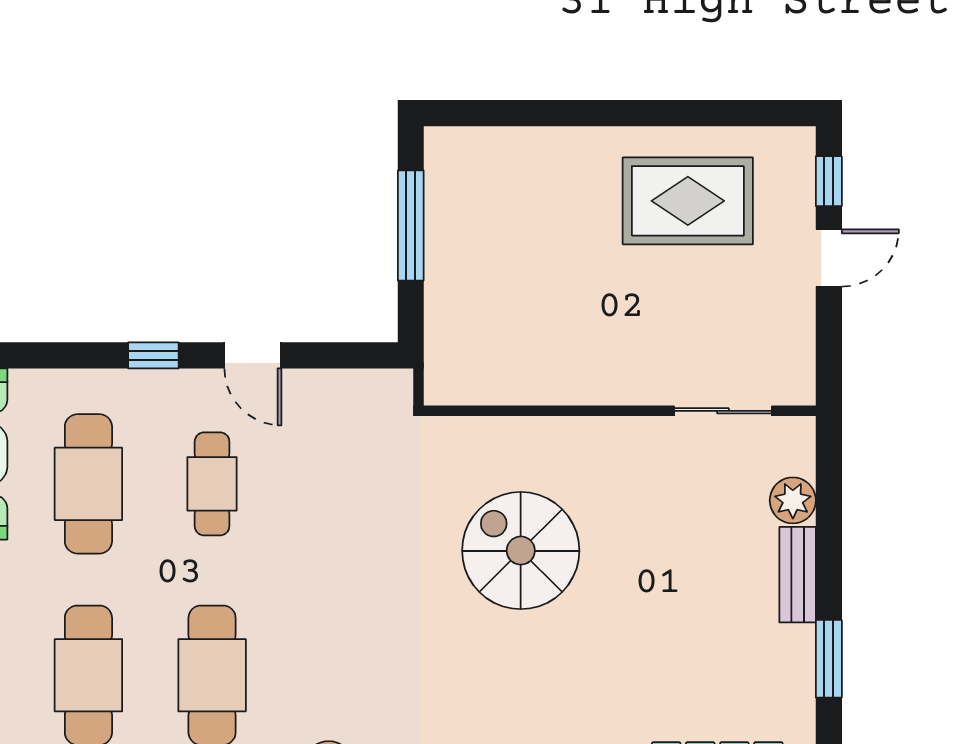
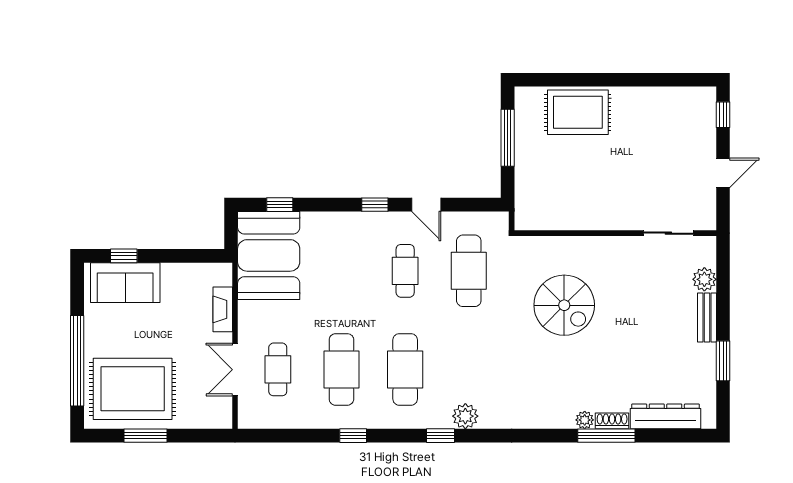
rug: (688, 201) -> (578, 112), moved
door: (829, 258) -> (723, 173), moved
cafe table: (88, 484) -> (469, 271), moved
spiral stairs: (521, 551) -> (564, 305), turned 180

